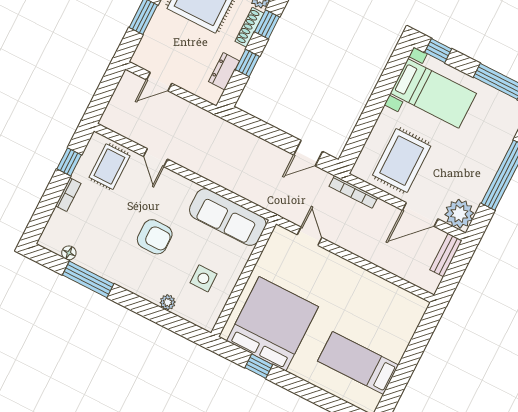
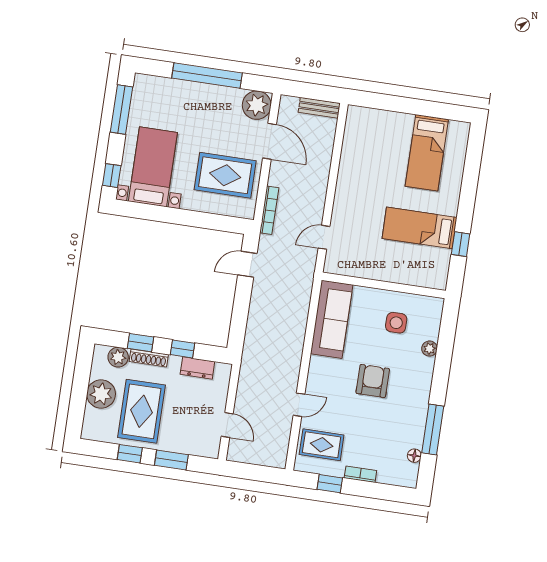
door: (308, 153) -> (247, 264), swing flipped
bench: (446, 255) -> (319, 108), moved
bed: (272, 324) -> (419, 228), width x0.49

